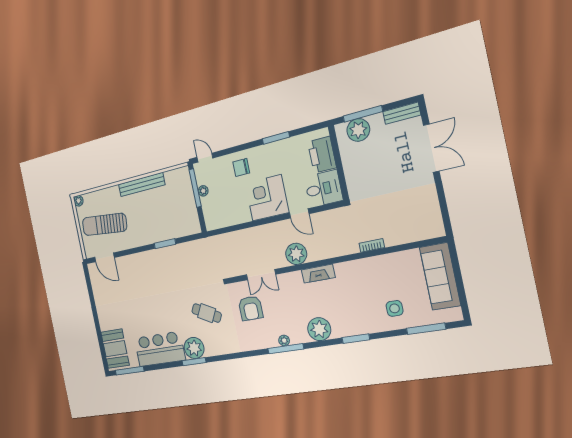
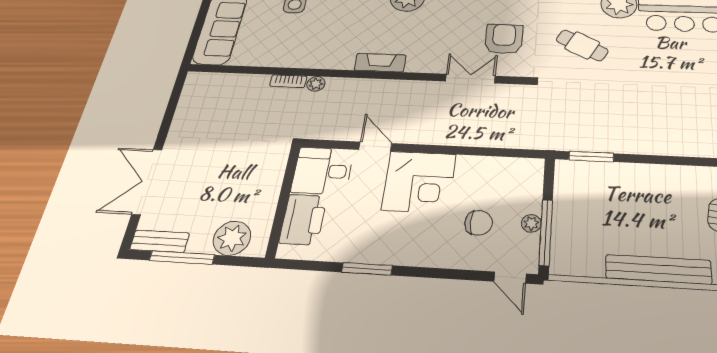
window: (363, 114) -> (182, 258), moved
chair: (241, 167) -> (479, 223), moved
window: (165, 244) -> (591, 157), moved
plant: (296, 254) -> (316, 84), moved, width x0.53, depth x0.53

